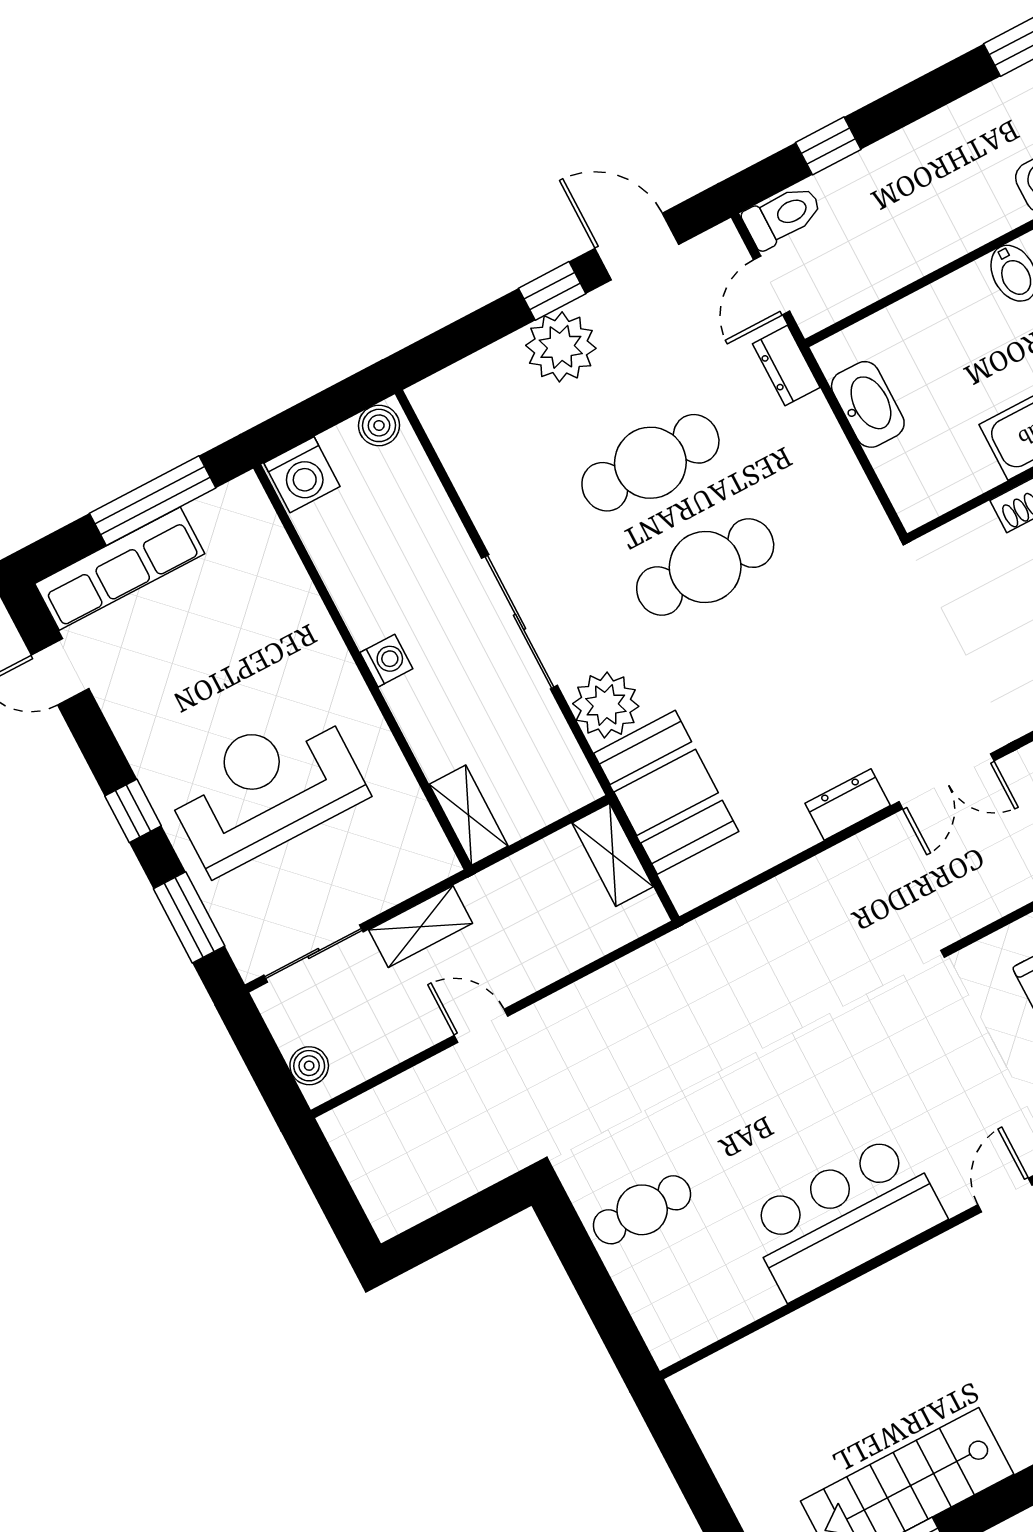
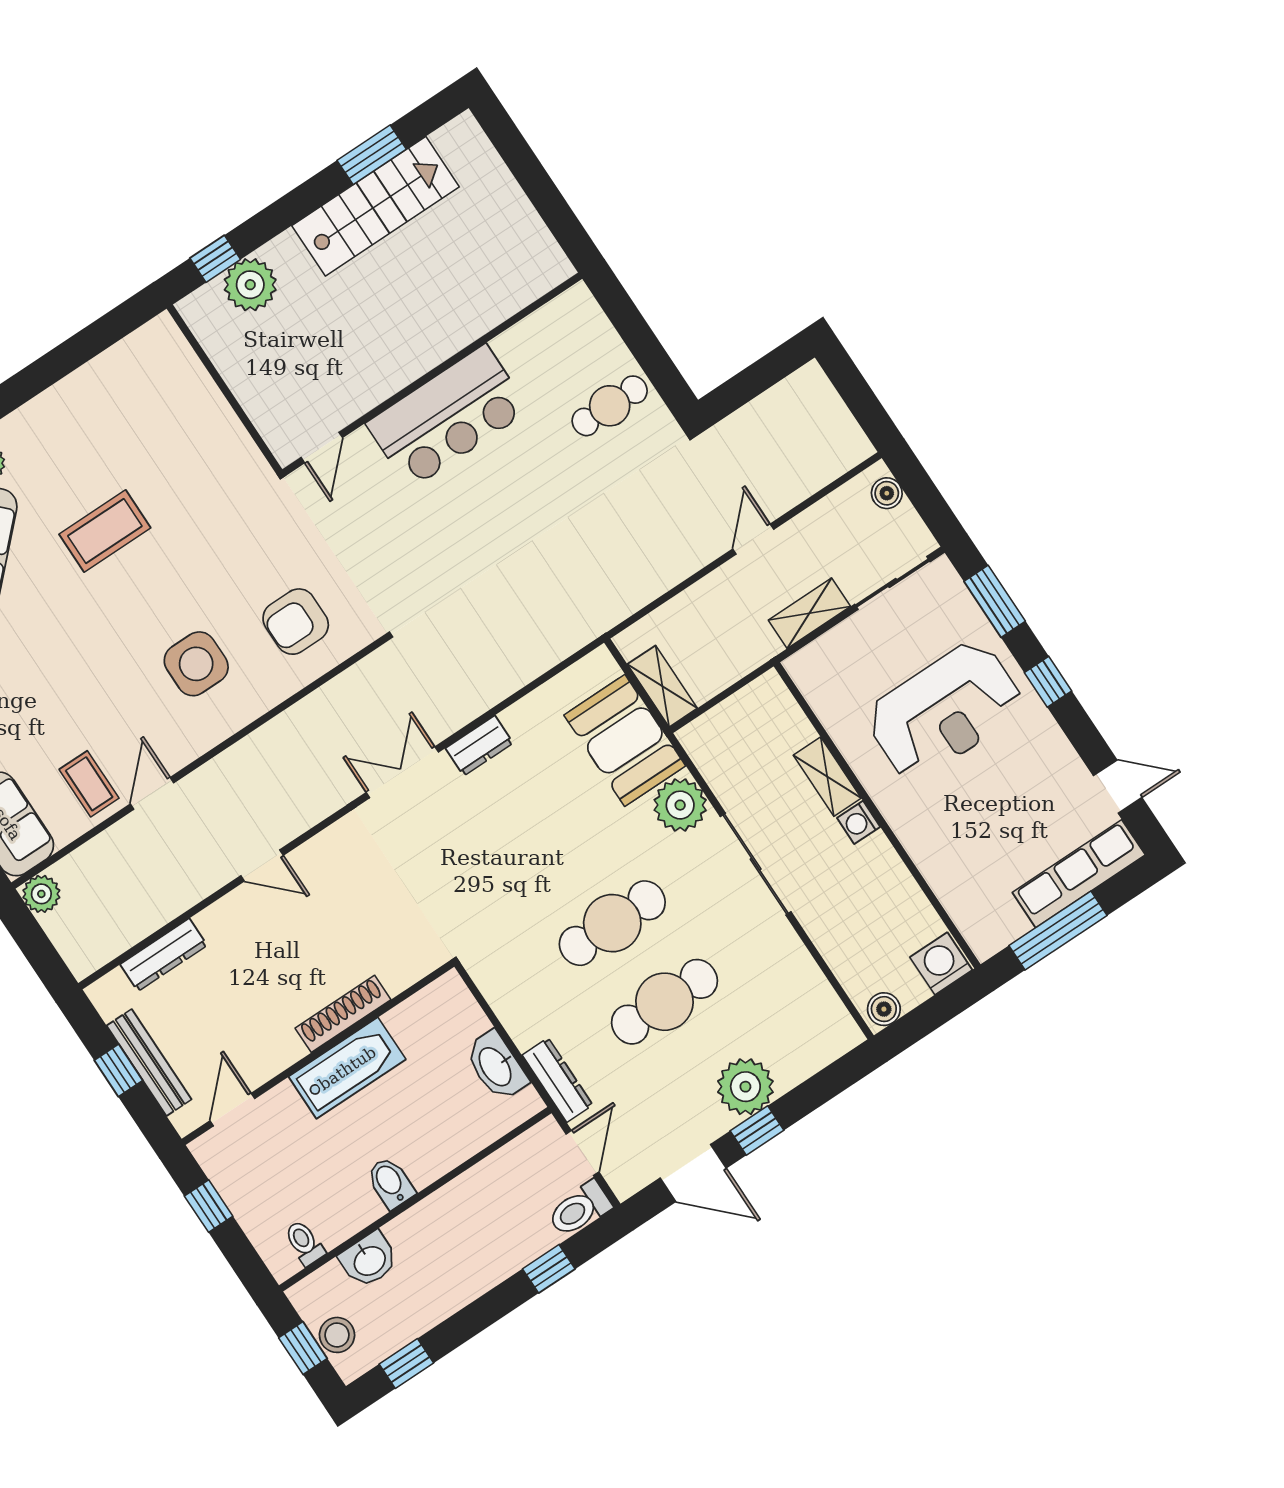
dresser: (786, 366) -> (557, 1080), width x1.44
shelving: (469, 815) -> (827, 777), moved
door: (481, 1026) -> (753, 539), swing flipped

